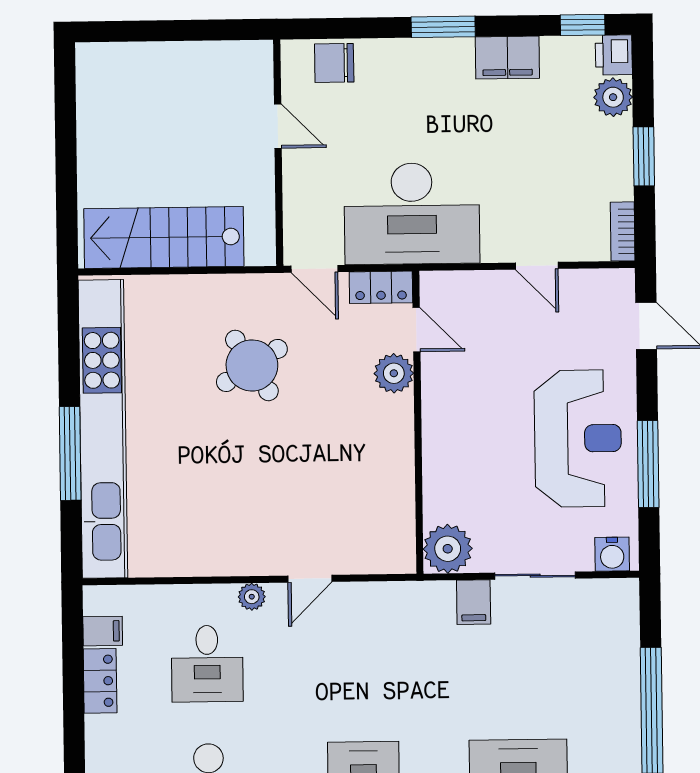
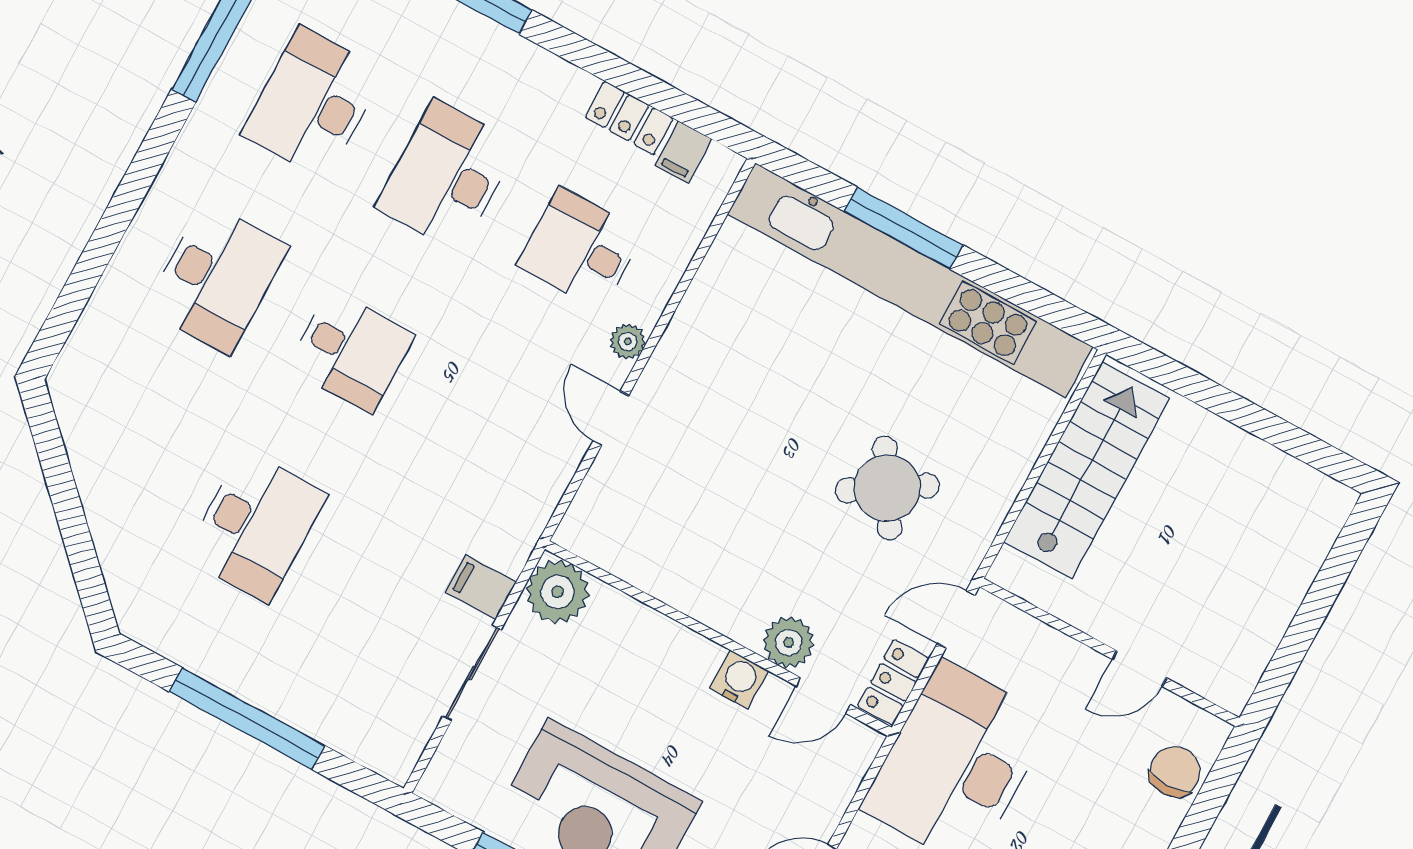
water cooler: (612, 554) -> (739, 680), moved, turned 90

